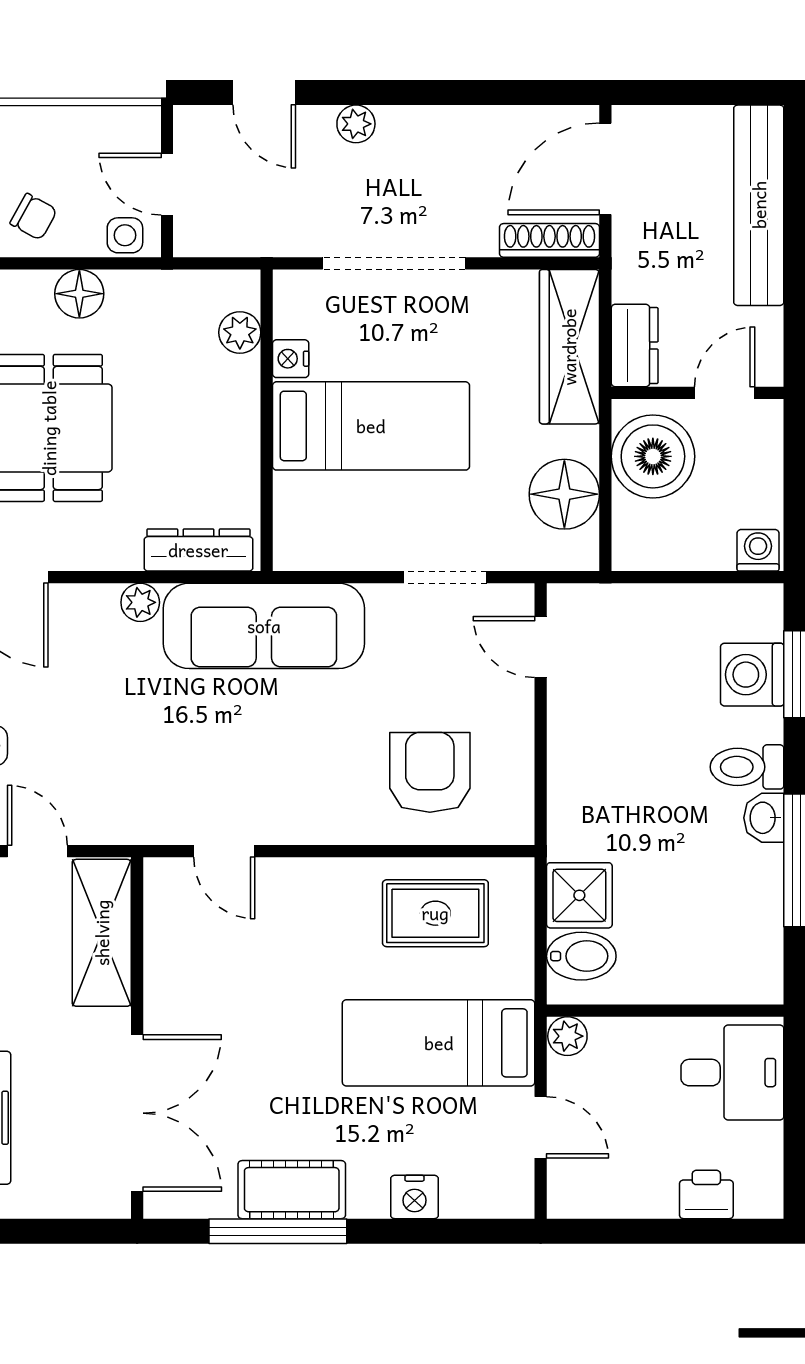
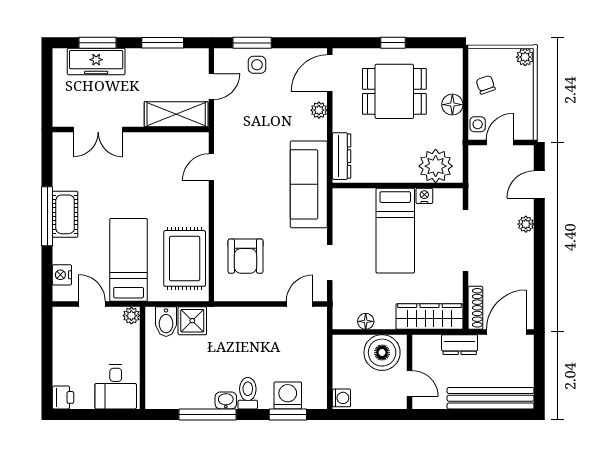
door: (605, 169) -> (506, 332), hinge flipped
chair: (34, 217) -> (486, 85), turned 132
plant: (240, 332) -> (436, 166), width x1.88, depth x1.88
dresser: (635, 346) -> (460, 345), moved
floor lamp: (564, 494) -> (366, 321), width x0.53, depth x0.53
plant: (140, 602) -> (319, 110), moved
armchair: (430, 772) -> (245, 256), turned 90
rug: (435, 913) -> (185, 258), width x1.36, depth x1.43
double door: (137, 1113) -> (98, 130), width x0.73
door: (541, 1127) -> (92, 304), swing flipped
cot: (292, 1190) -> (65, 214), moved
printer: (706, 1194) -> (63, 397), moved
nightstand: (415, 1197) -> (62, 275), moved
window: (278, 1231) -> (47, 216), moved

